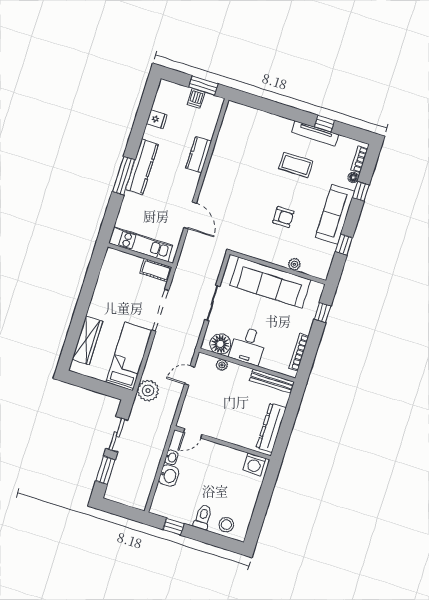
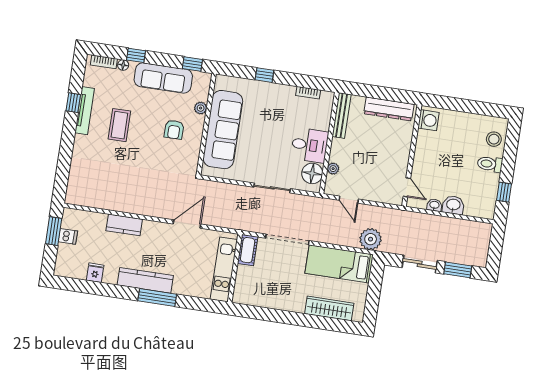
armchair: (283, 217) -> (174, 130), turned 180
plant: (294, 264) -> (201, 108), moved
wall: (278, 267) -> (206, 124), moved
sofa: (270, 283) -> (223, 130), moved
bookcase: (299, 352) -> (308, 93), width x0.64

